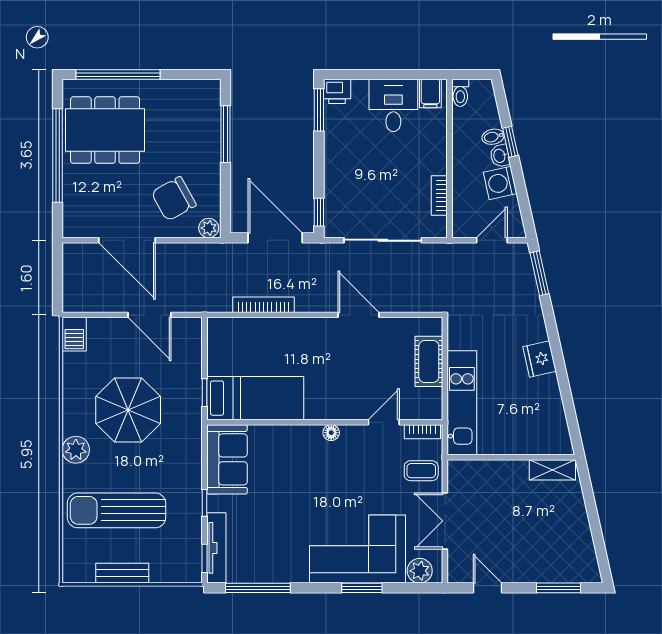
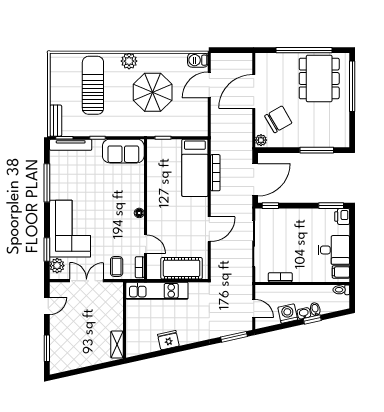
chair: (174, 199) -> (278, 119), turned 89
door: (149, 315) -> (209, 85), moved
fridge: (540, 359) -> (168, 340), moved
cot: (429, 361) -> (182, 268), width x1.37, depth x1.34
bed: (255, 398) -> (195, 168), moved
bench: (122, 573) -> (56, 121), moved
window: (258, 588) -> (47, 183), moved
window: (362, 588) -> (47, 249), moved

